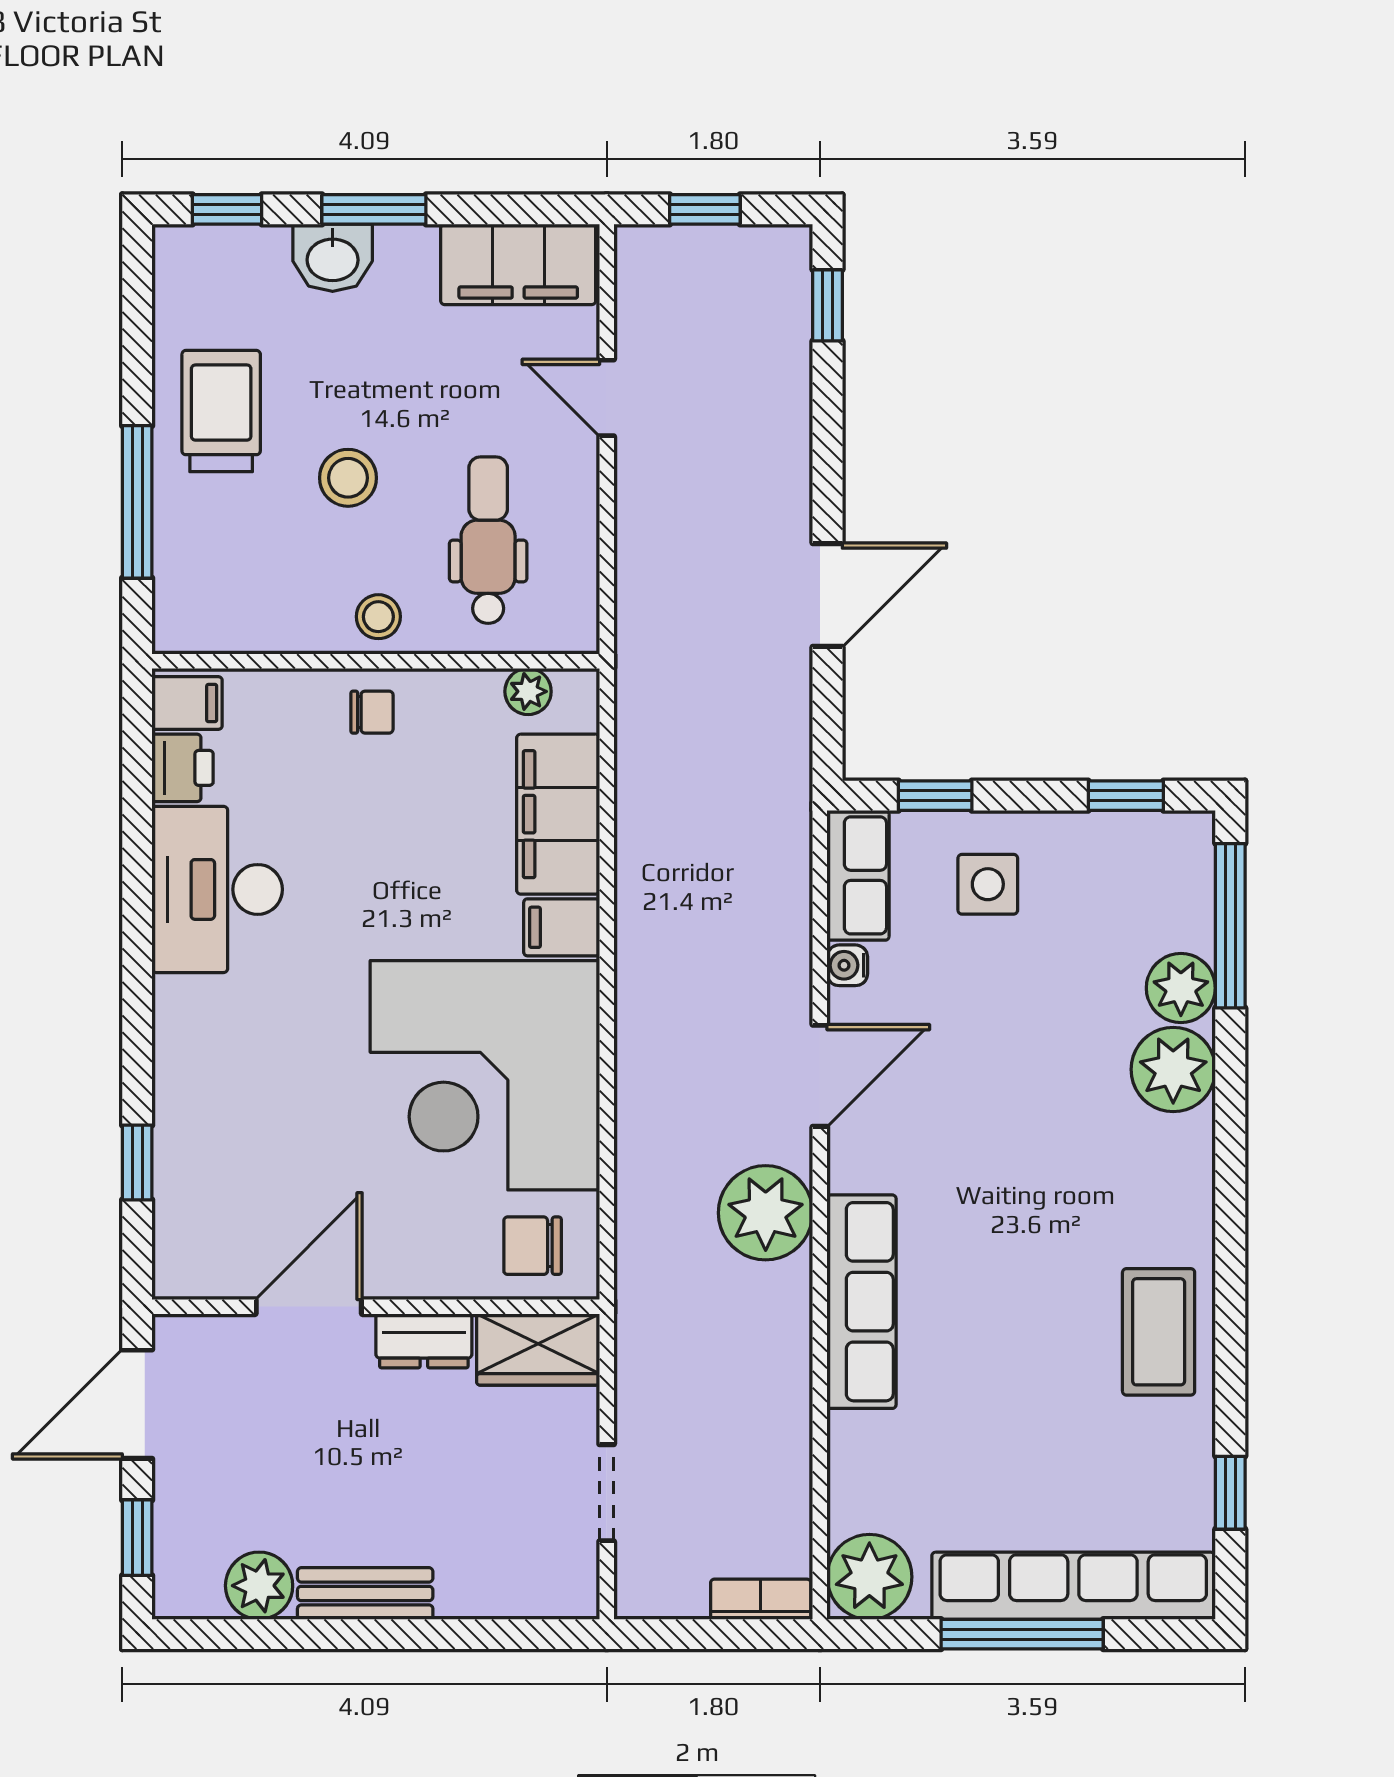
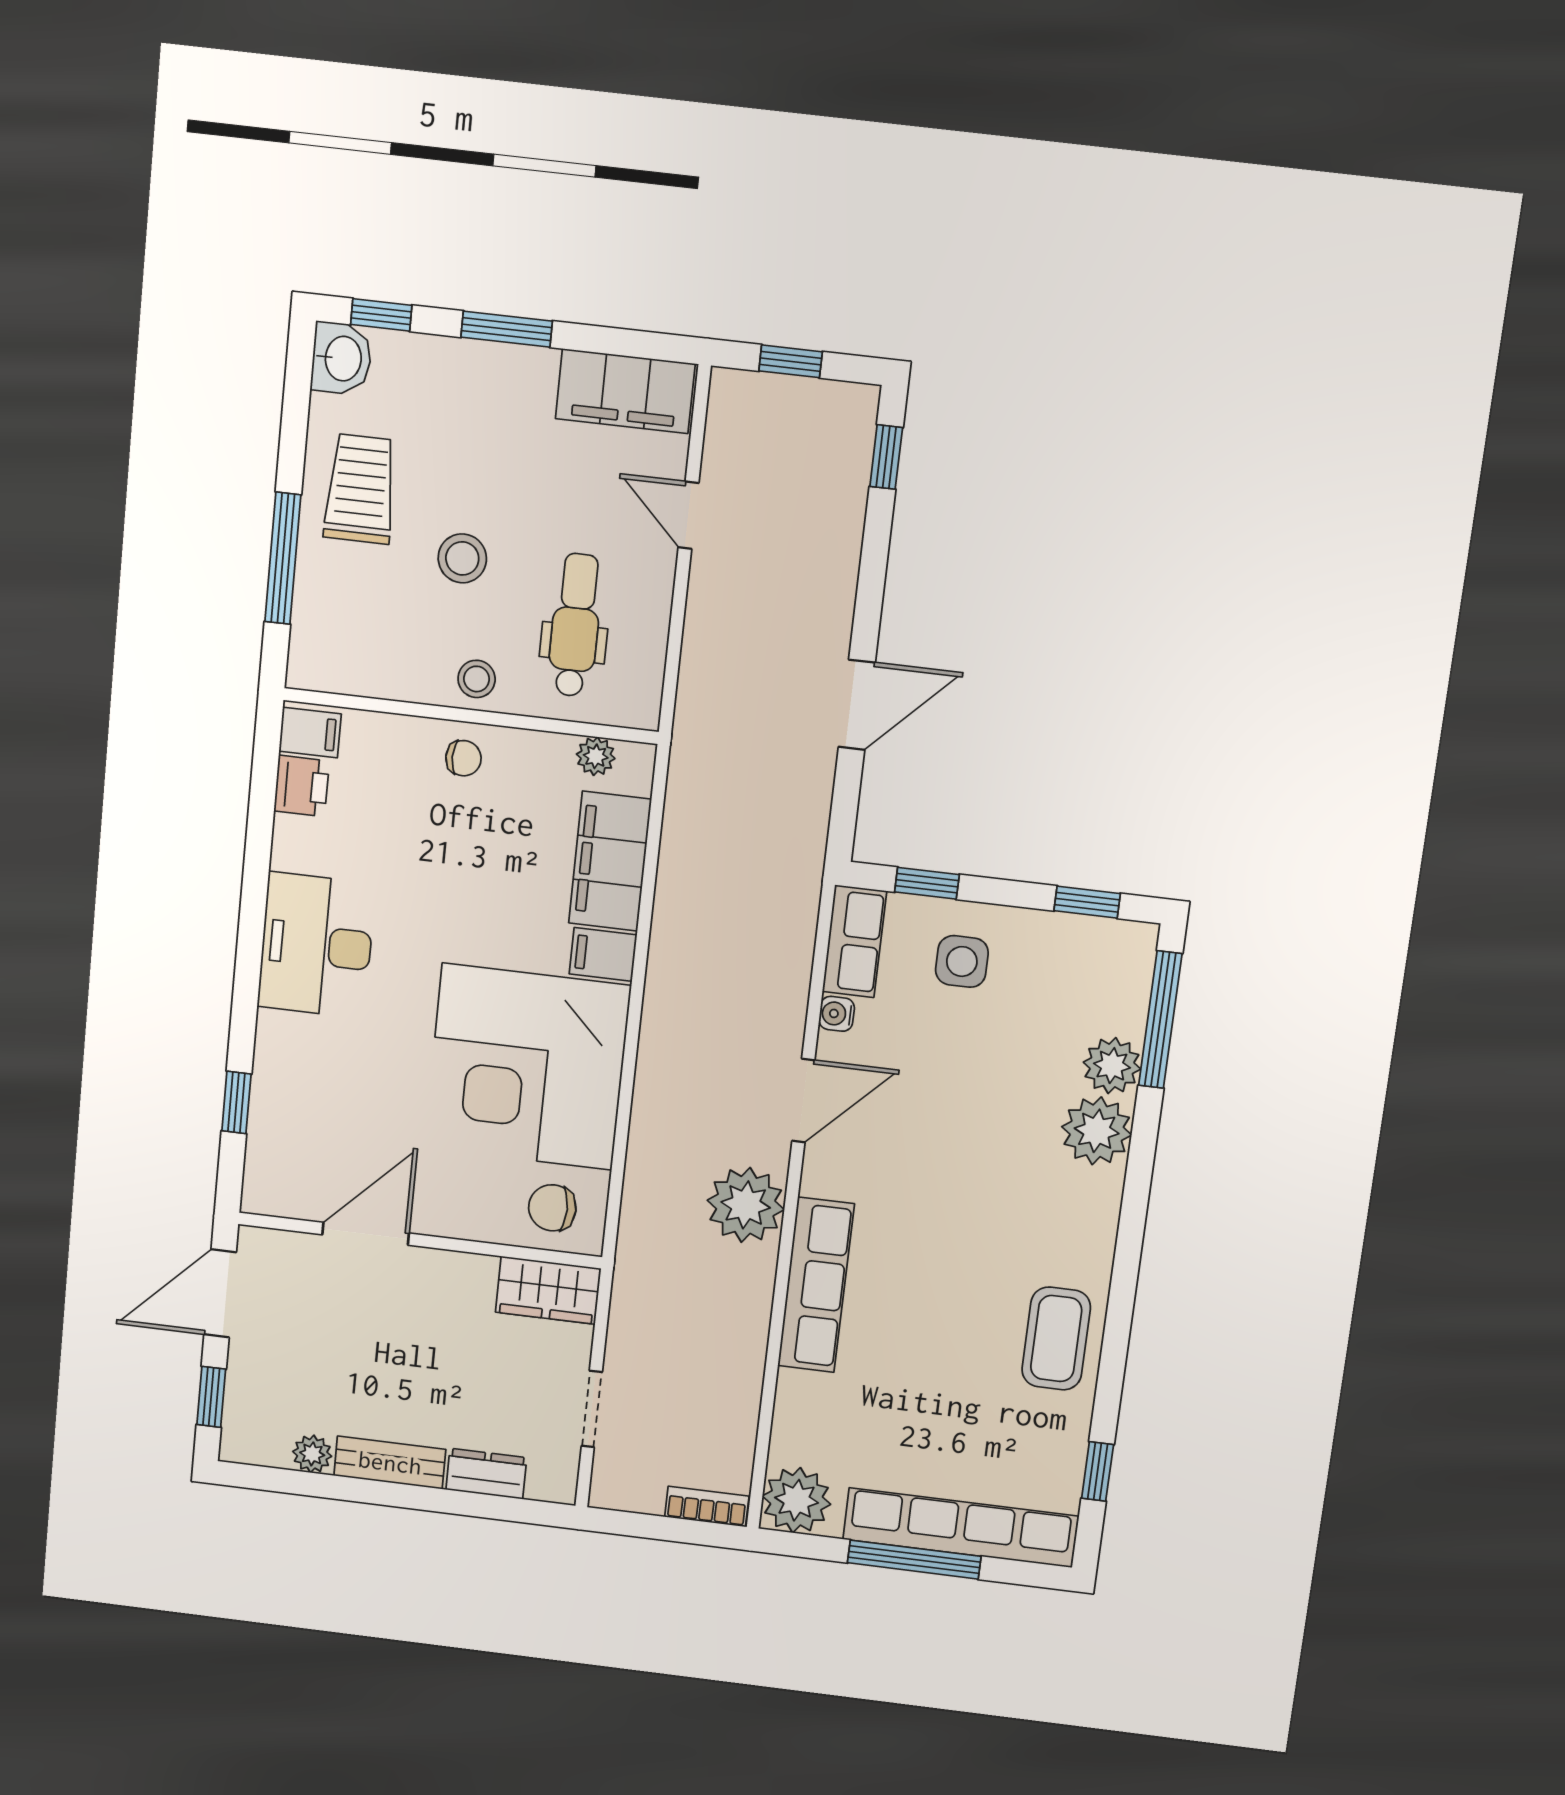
washbasin: (333, 258) -> (342, 358), moved, turned -90
desk: (217, 889) -> (316, 945), moved
dresser: (424, 1341) -> (486, 1474), moved, turned 180
plant: (259, 1586) -> (312, 1454), width x0.73, depth x0.73

